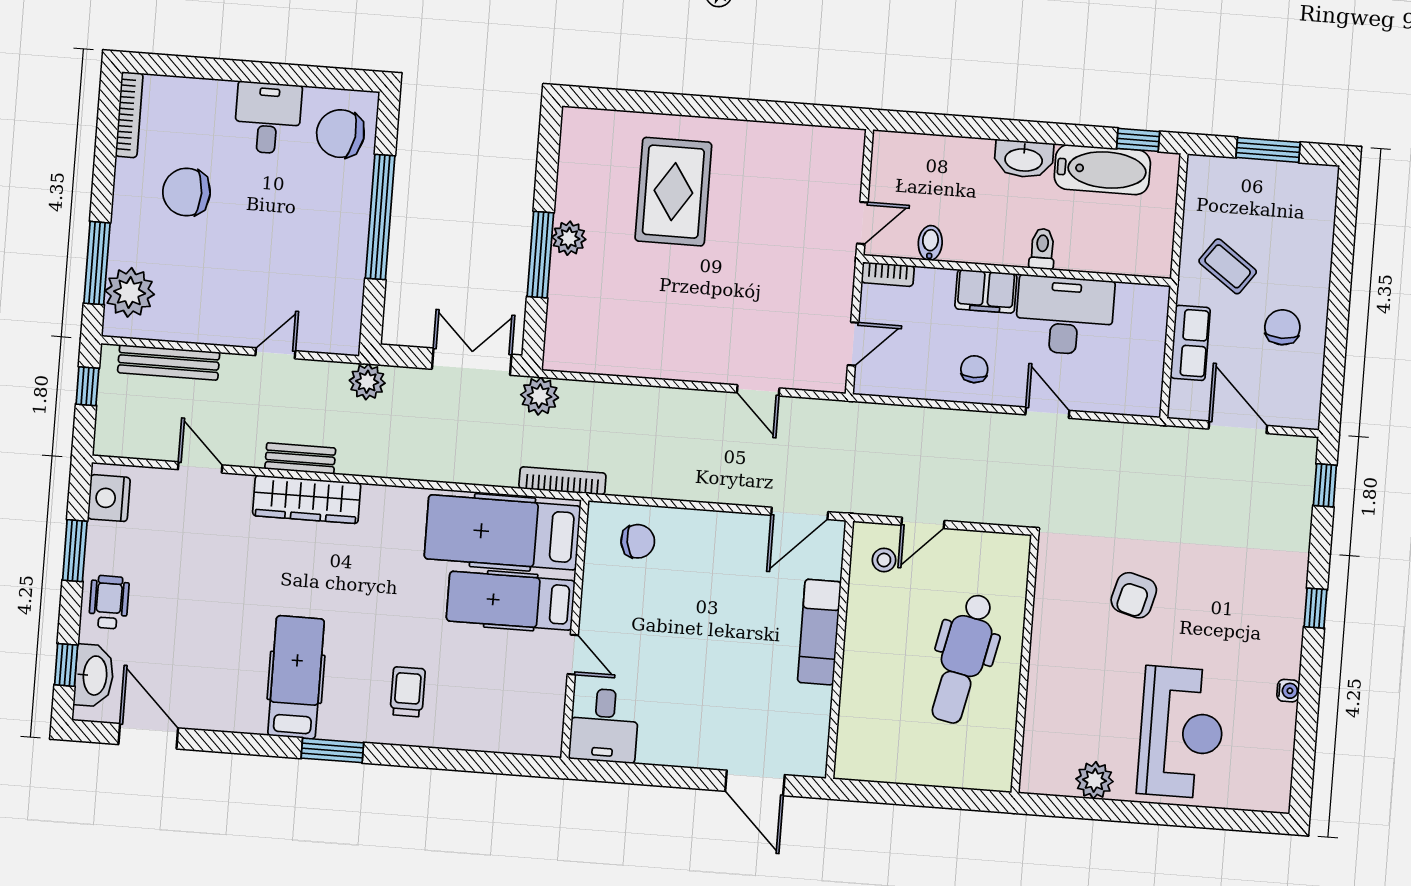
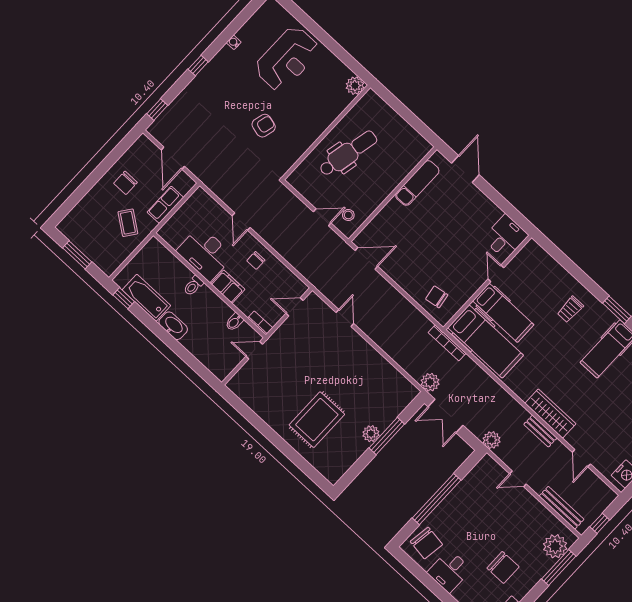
exam couch: (819, 632) -> (417, 183), moved
reception desk: (1181, 732) -> (287, 59), turned 180
plant: (1094, 780) -> (355, 86), moved

